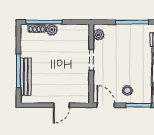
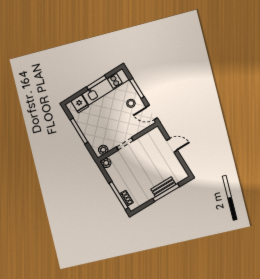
plant: (52, 30) -> (106, 163), moved
bench: (26, 77) -> (163, 187), width x0.73
door: (106, 105) -> (152, 112), hinge flipped

